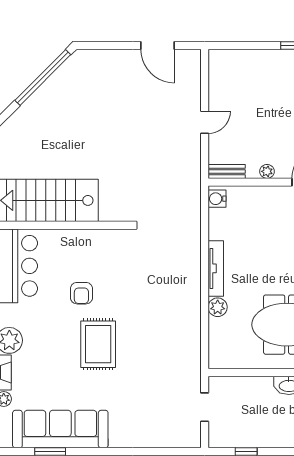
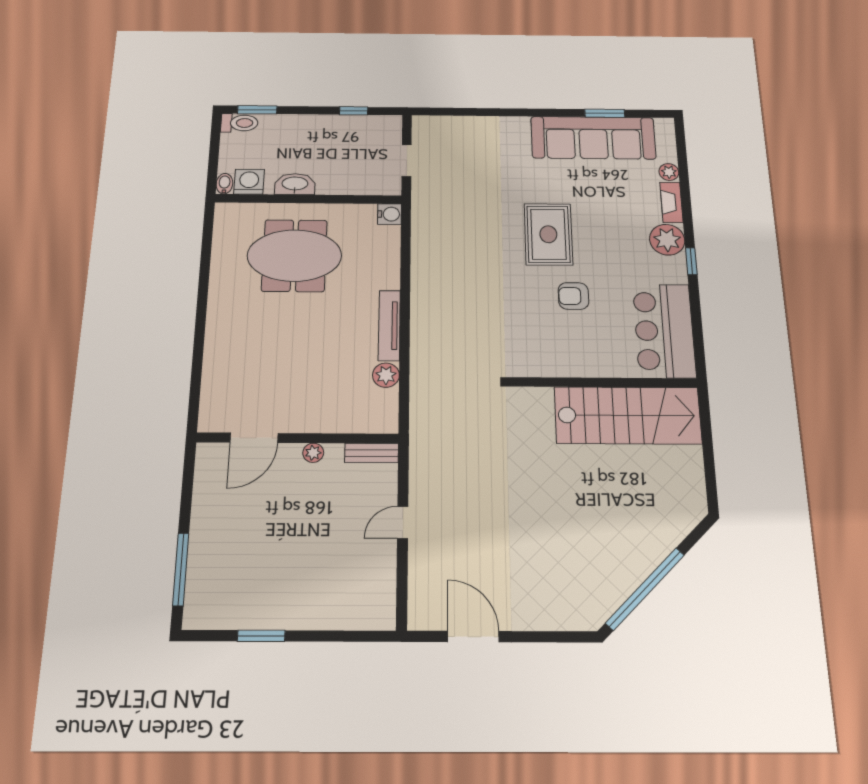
water cooler: (217, 199) -> (389, 214), moved
armchair: (81, 293) -> (573, 296), turned -90
plant: (218, 307) -> (386, 375), moved

